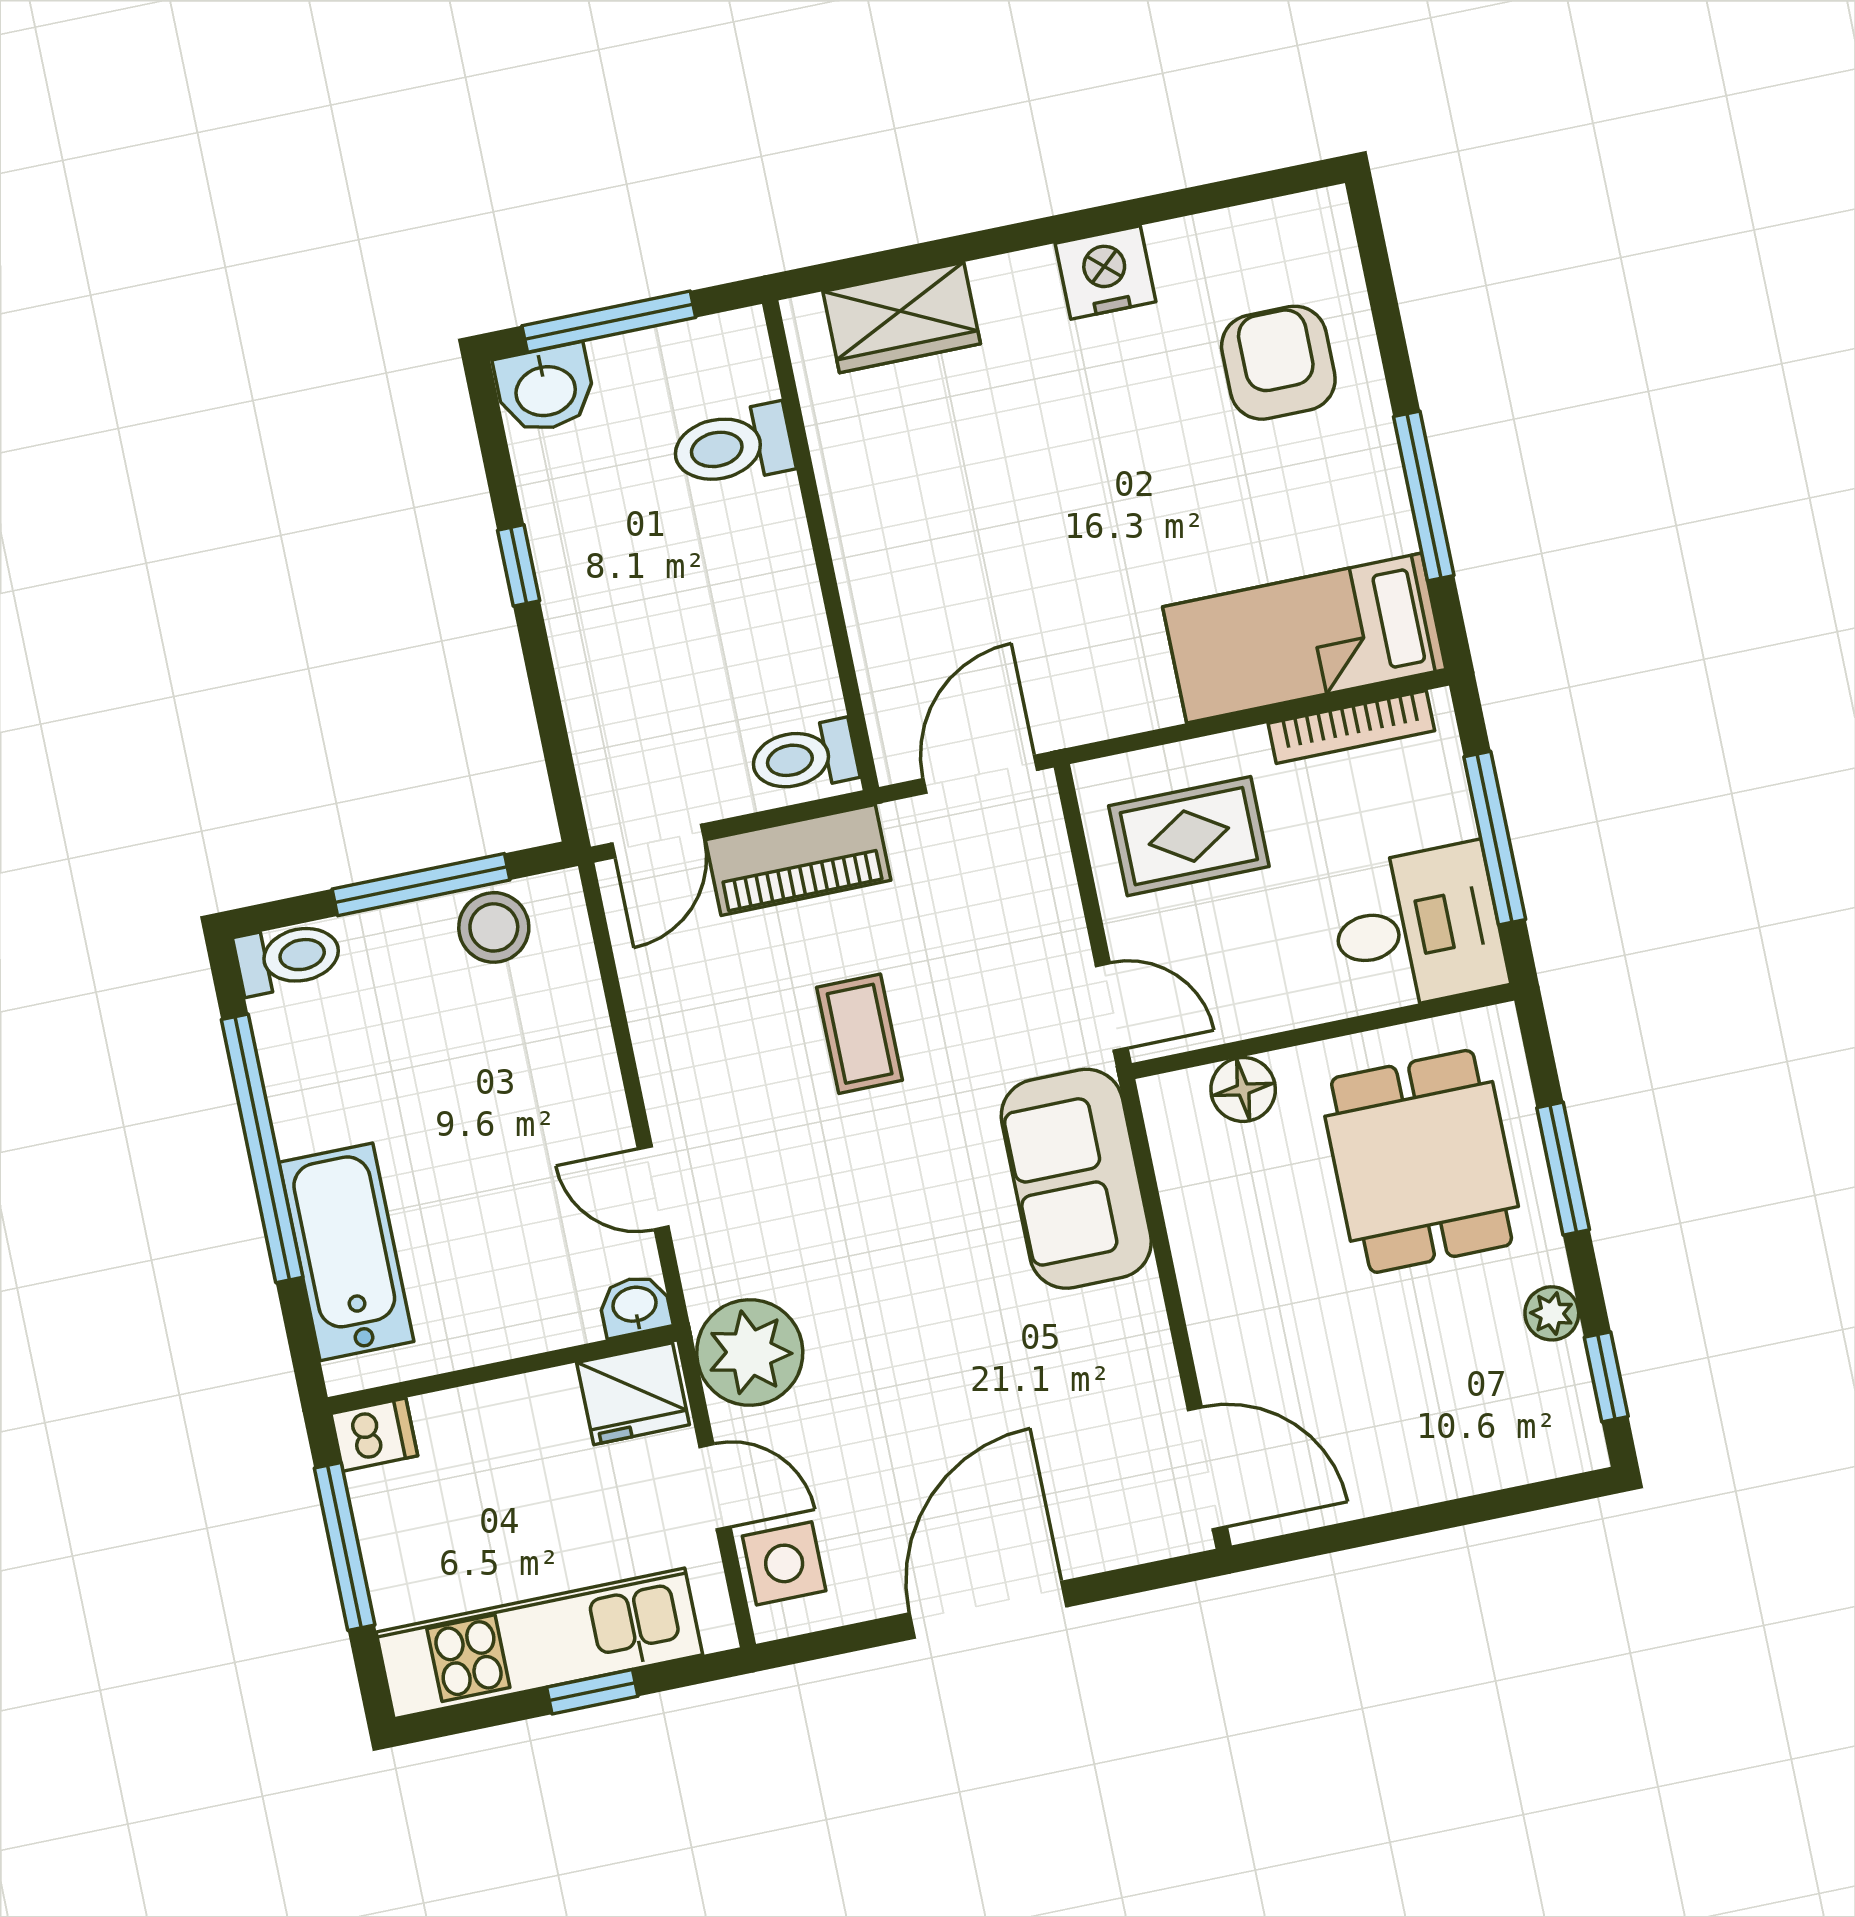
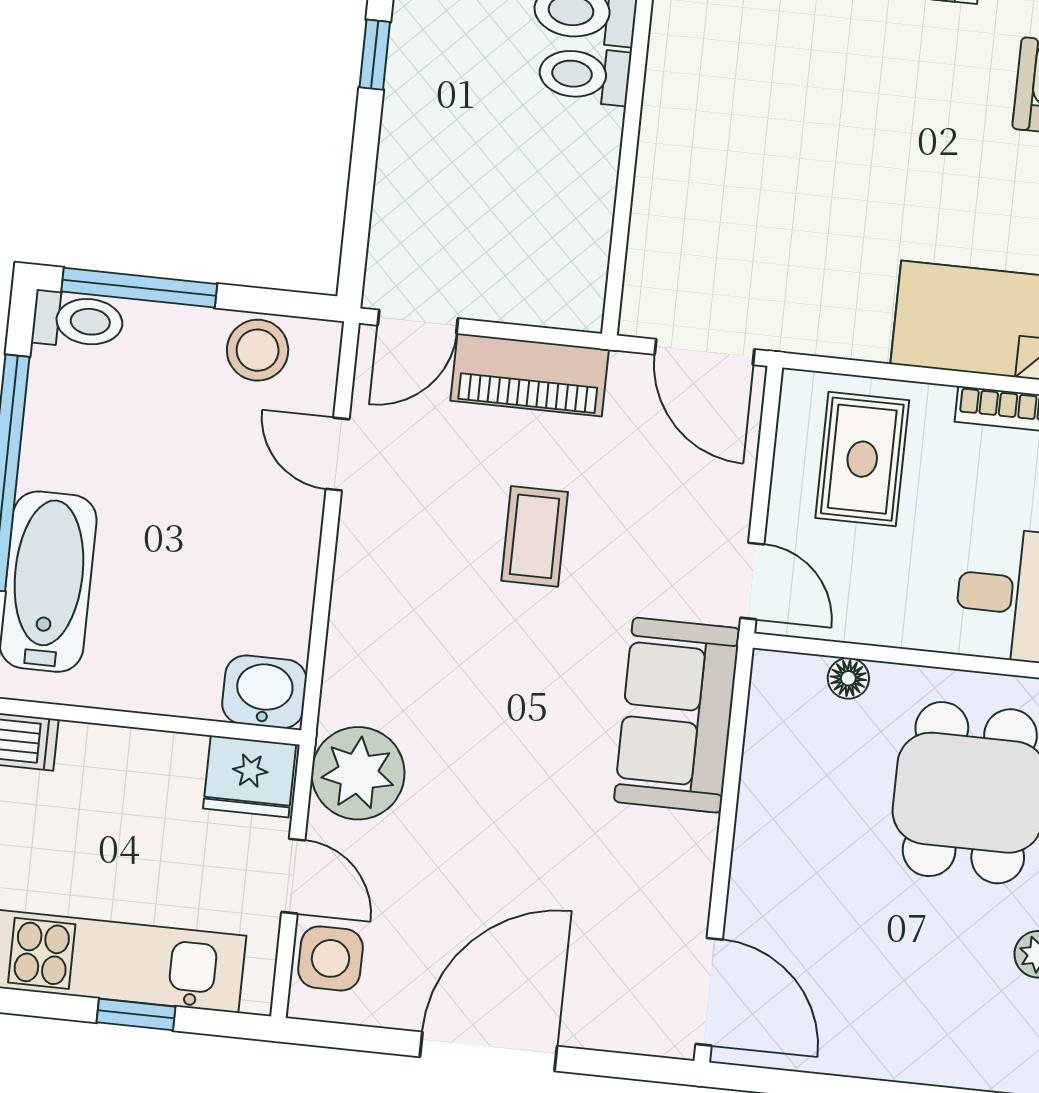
toilet: (804, 757) -> (584, 75), moved
door: (980, 774) -> (705, 352), swing flipped
rug: (1189, 836) -> (862, 459), turned 90
window: (421, 885) -> (139, 288), moved
floor lamp: (1243, 1089) -> (848, 678), width x0.73, depth x0.73
door: (653, 1188) -> (338, 454), moved
washbasin: (635, 1306) -> (264, 692), width x1.38, depth x1.45

